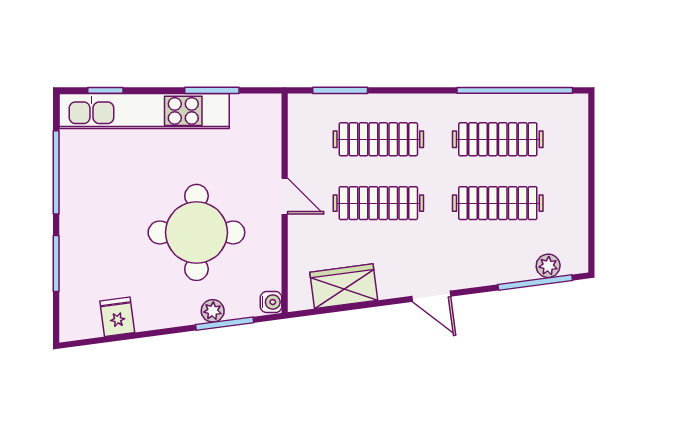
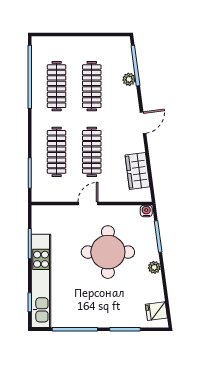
plant: (548, 266) -> (129, 79), moved
plant: (213, 311) -> (154, 267), moved
fridge: (117, 317) -> (156, 311), moved

